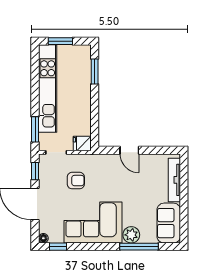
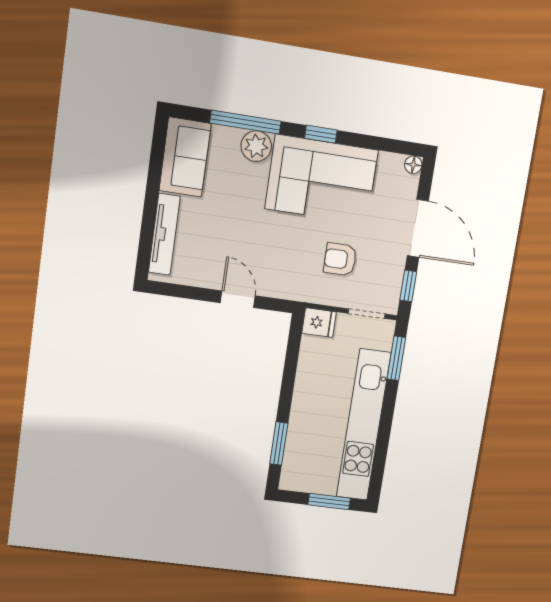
window: (58, 247) -> (321, 134), moved

